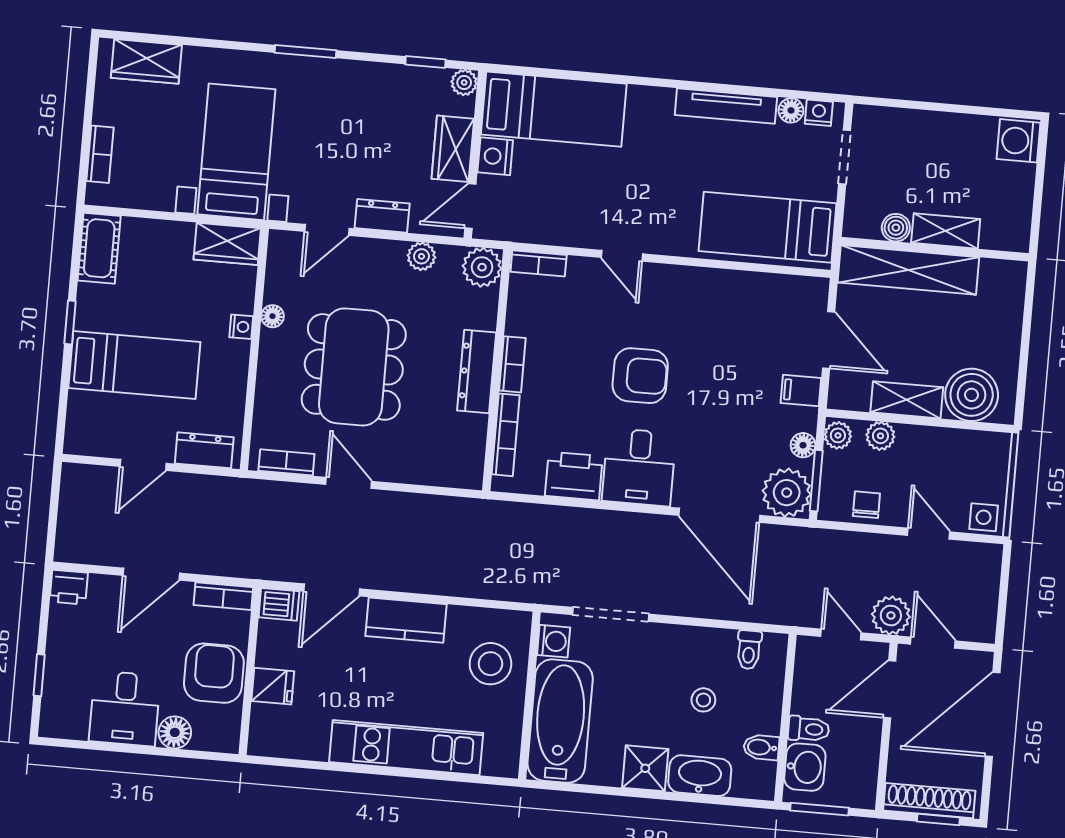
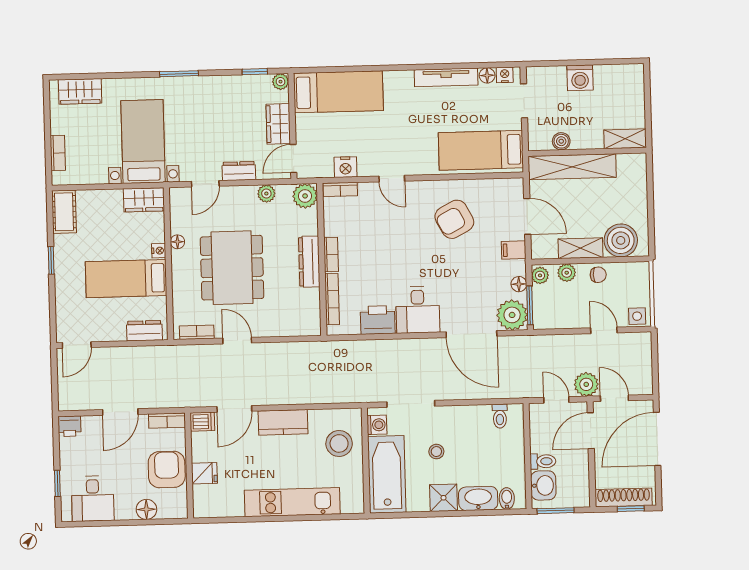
washing machine: (1019, 141) -> (580, 78), moved, turned -90
nightstand: (495, 156) -> (345, 167), moved, turned -90
shelving: (946, 231) -> (625, 139), moved
bed: (134, 365) -> (126, 279), moved, turned 180
armchair: (640, 376) -> (454, 219), moved, turned 152
door: (143, 465) -> (77, 345), moved
chair: (866, 505) -> (598, 275), moved, turned 90
stool: (703, 700) -> (436, 452), moved
desk: (125, 708) -> (93, 499), moved
bidet: (761, 747) -> (507, 499), moved, turned 90

